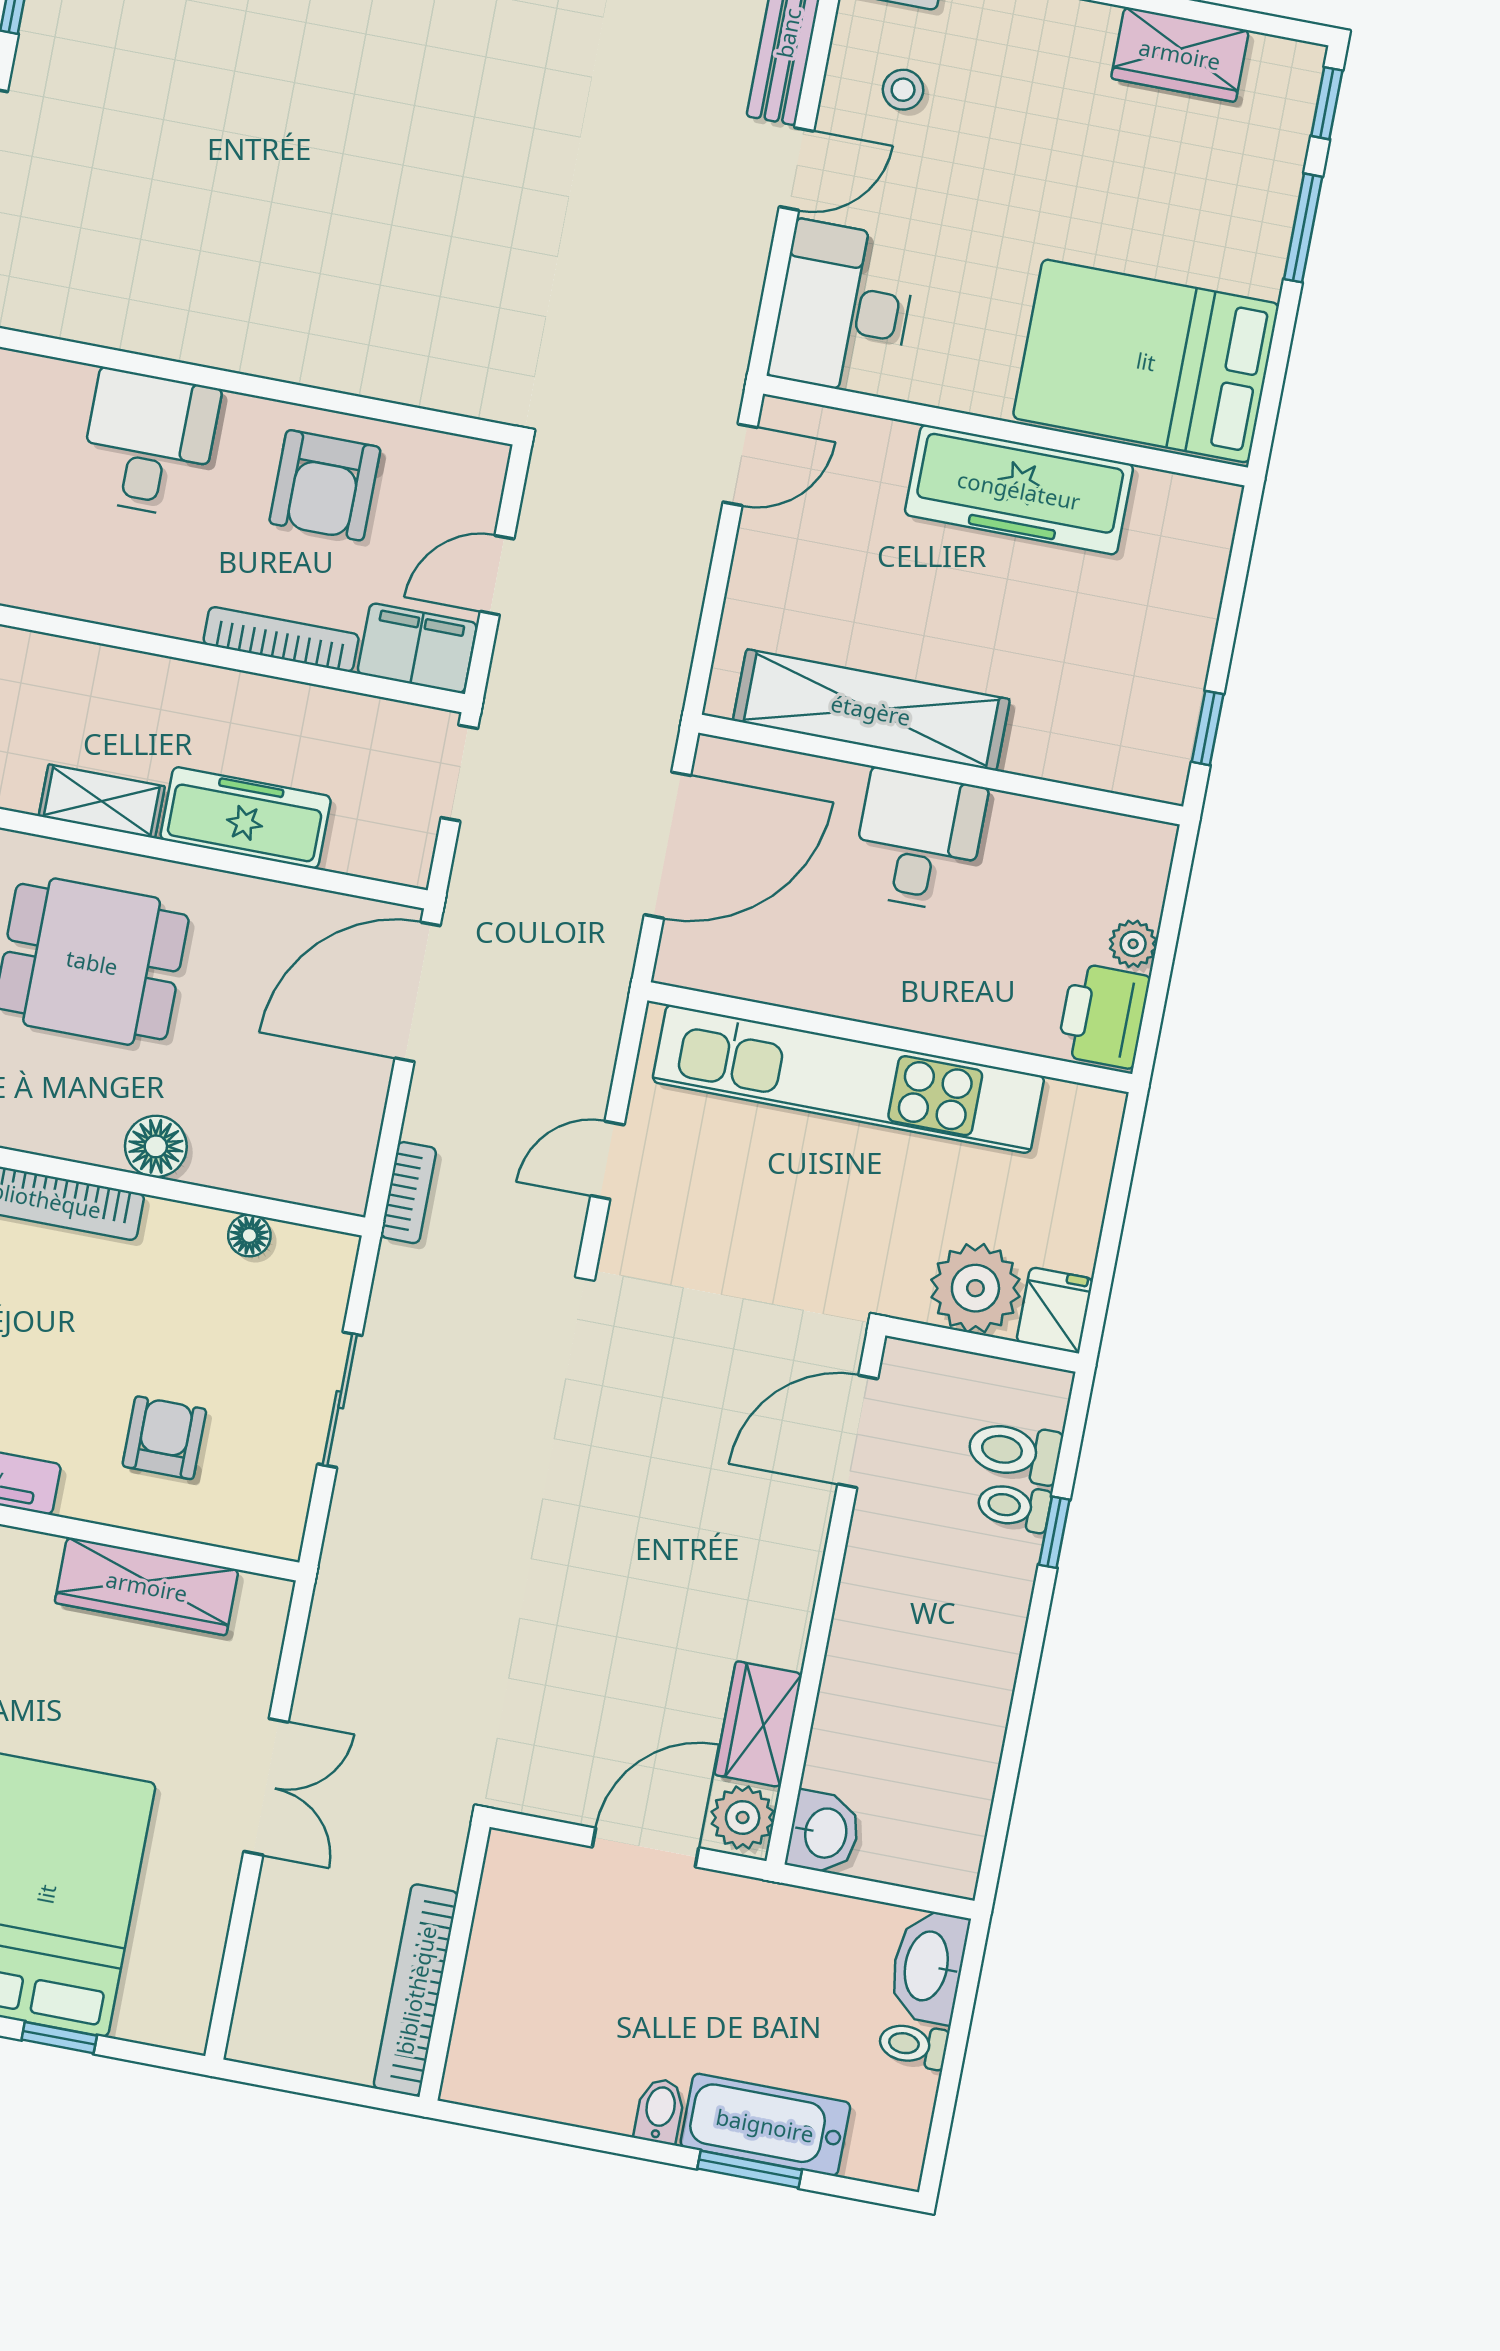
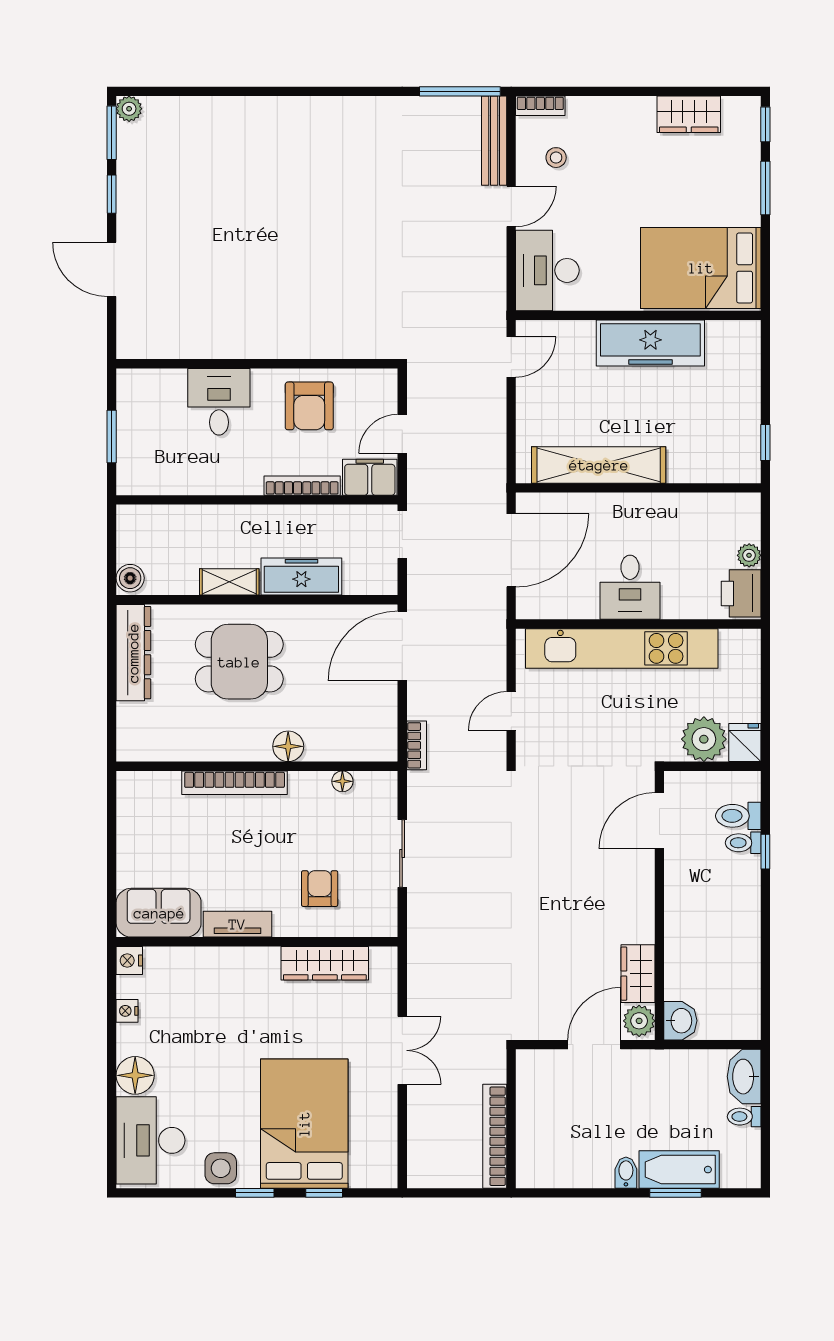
desk: (919, 840) -> (630, 587), moved, turned 180

